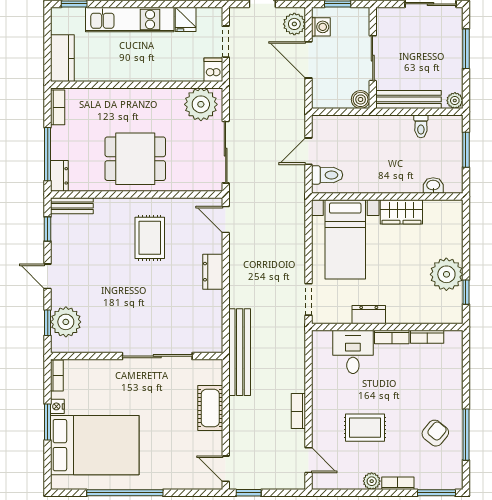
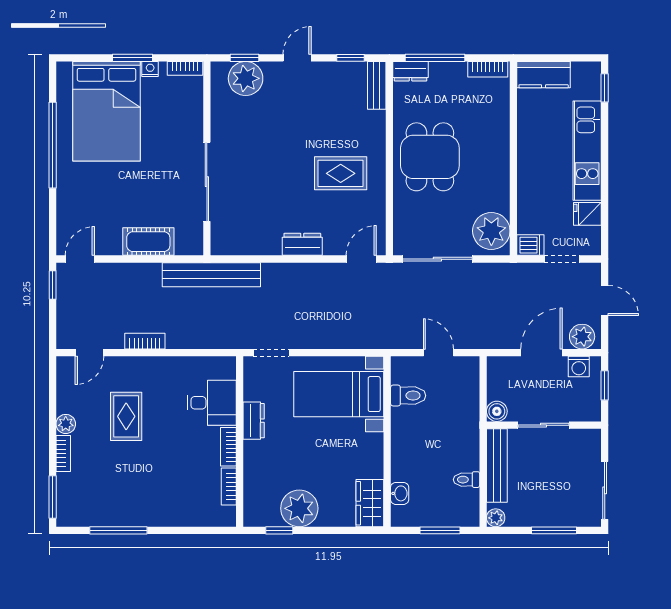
toilet: (327, 175) -> (408, 396), moved, turned -90
wardrobe: (401, 212) -> (370, 503), moved
armchair: (435, 433) -> (120, 496), removed

